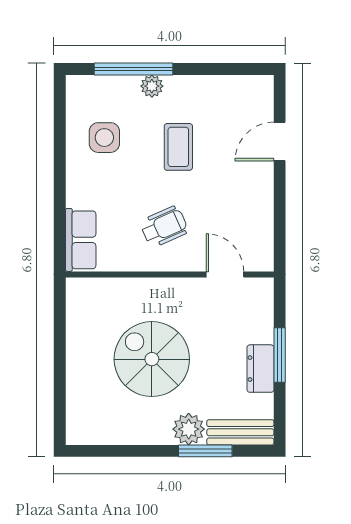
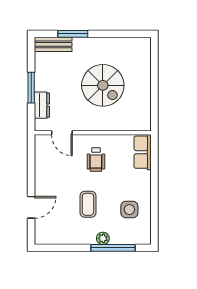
wheelchair: (164, 227) -> (96, 160), turned -66
dresser: (260, 369) -> (42, 105), moved
plant: (189, 429) -> (82, 46), removed

